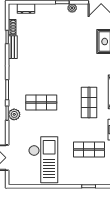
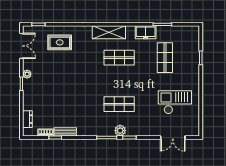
shop shelf: (41, 103) -> (119, 104), turned 90
plant: (14, 114) -> (120, 131), moved
checkout: (43, 160) -> (175, 102), width x0.73, depth x0.83

